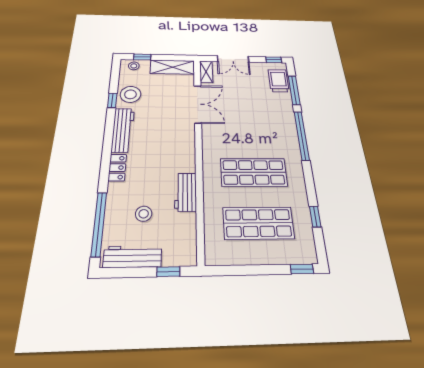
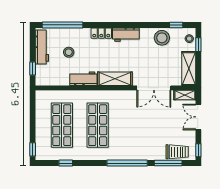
window: (112, 100) -> (176, 25), moved
workbench: (123, 130) -> (126, 35), width x0.73
shelving: (186, 150) -> (115, 79), added

